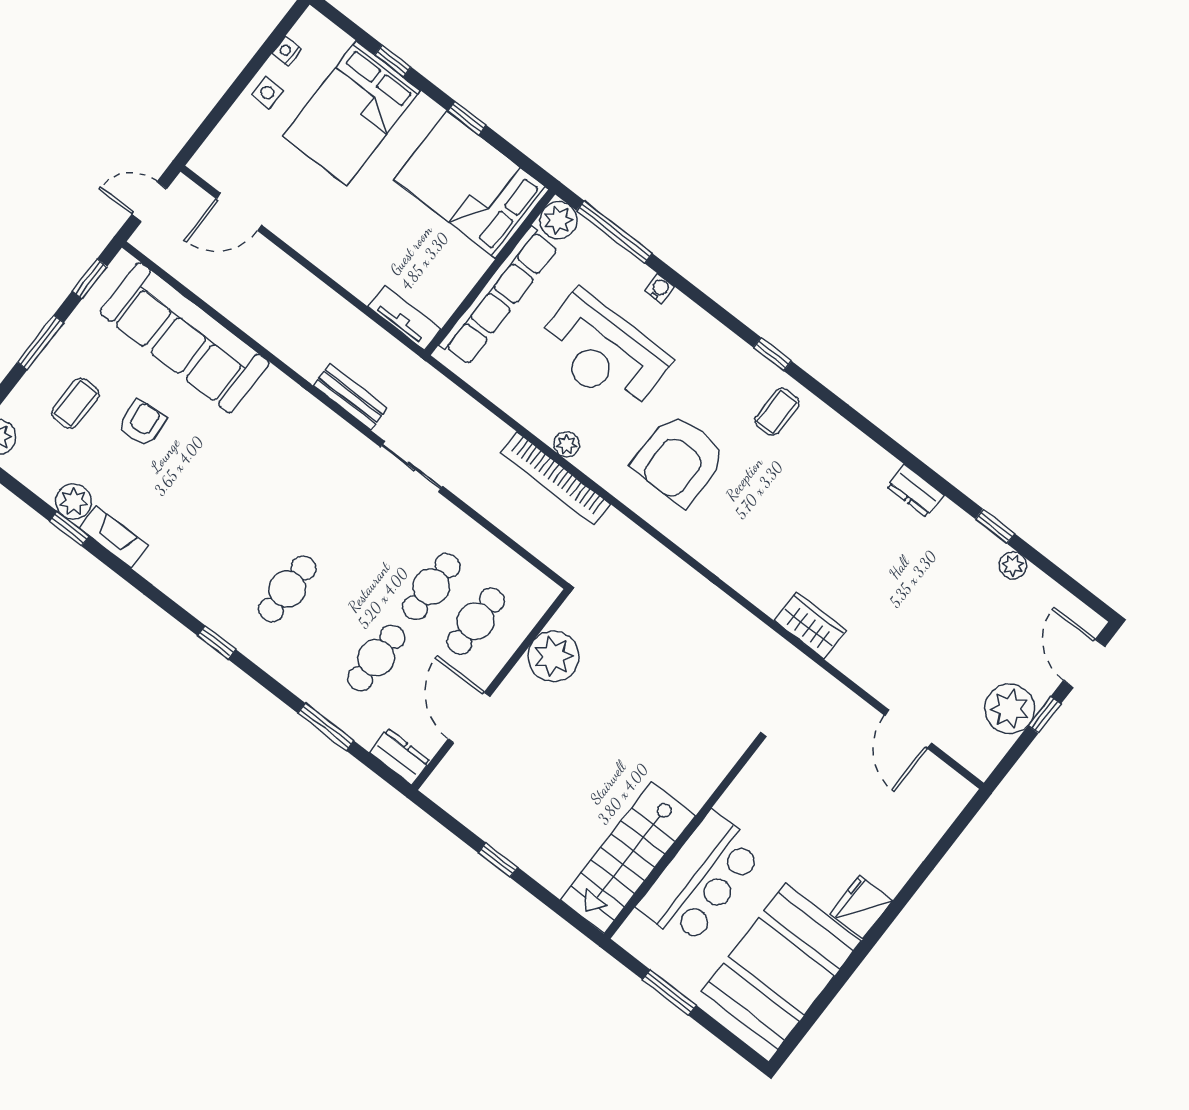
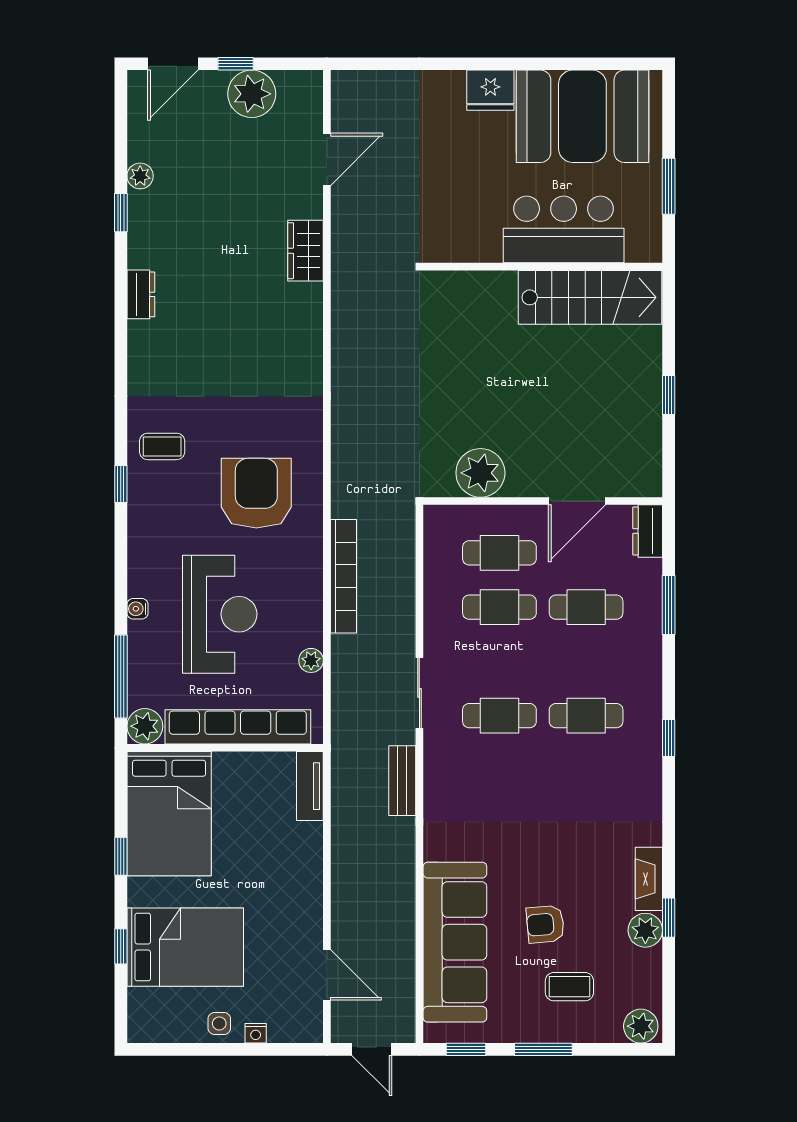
nightstand: (287, 51) -> (256, 1033), moved
plant: (567, 444) -> (311, 660), moved
armchair: (679, 459) -> (256, 493), turned -90
cafe table: (342, 518) -> (499, 716), added
wardrobe: (810, 625) -> (305, 251), moved

